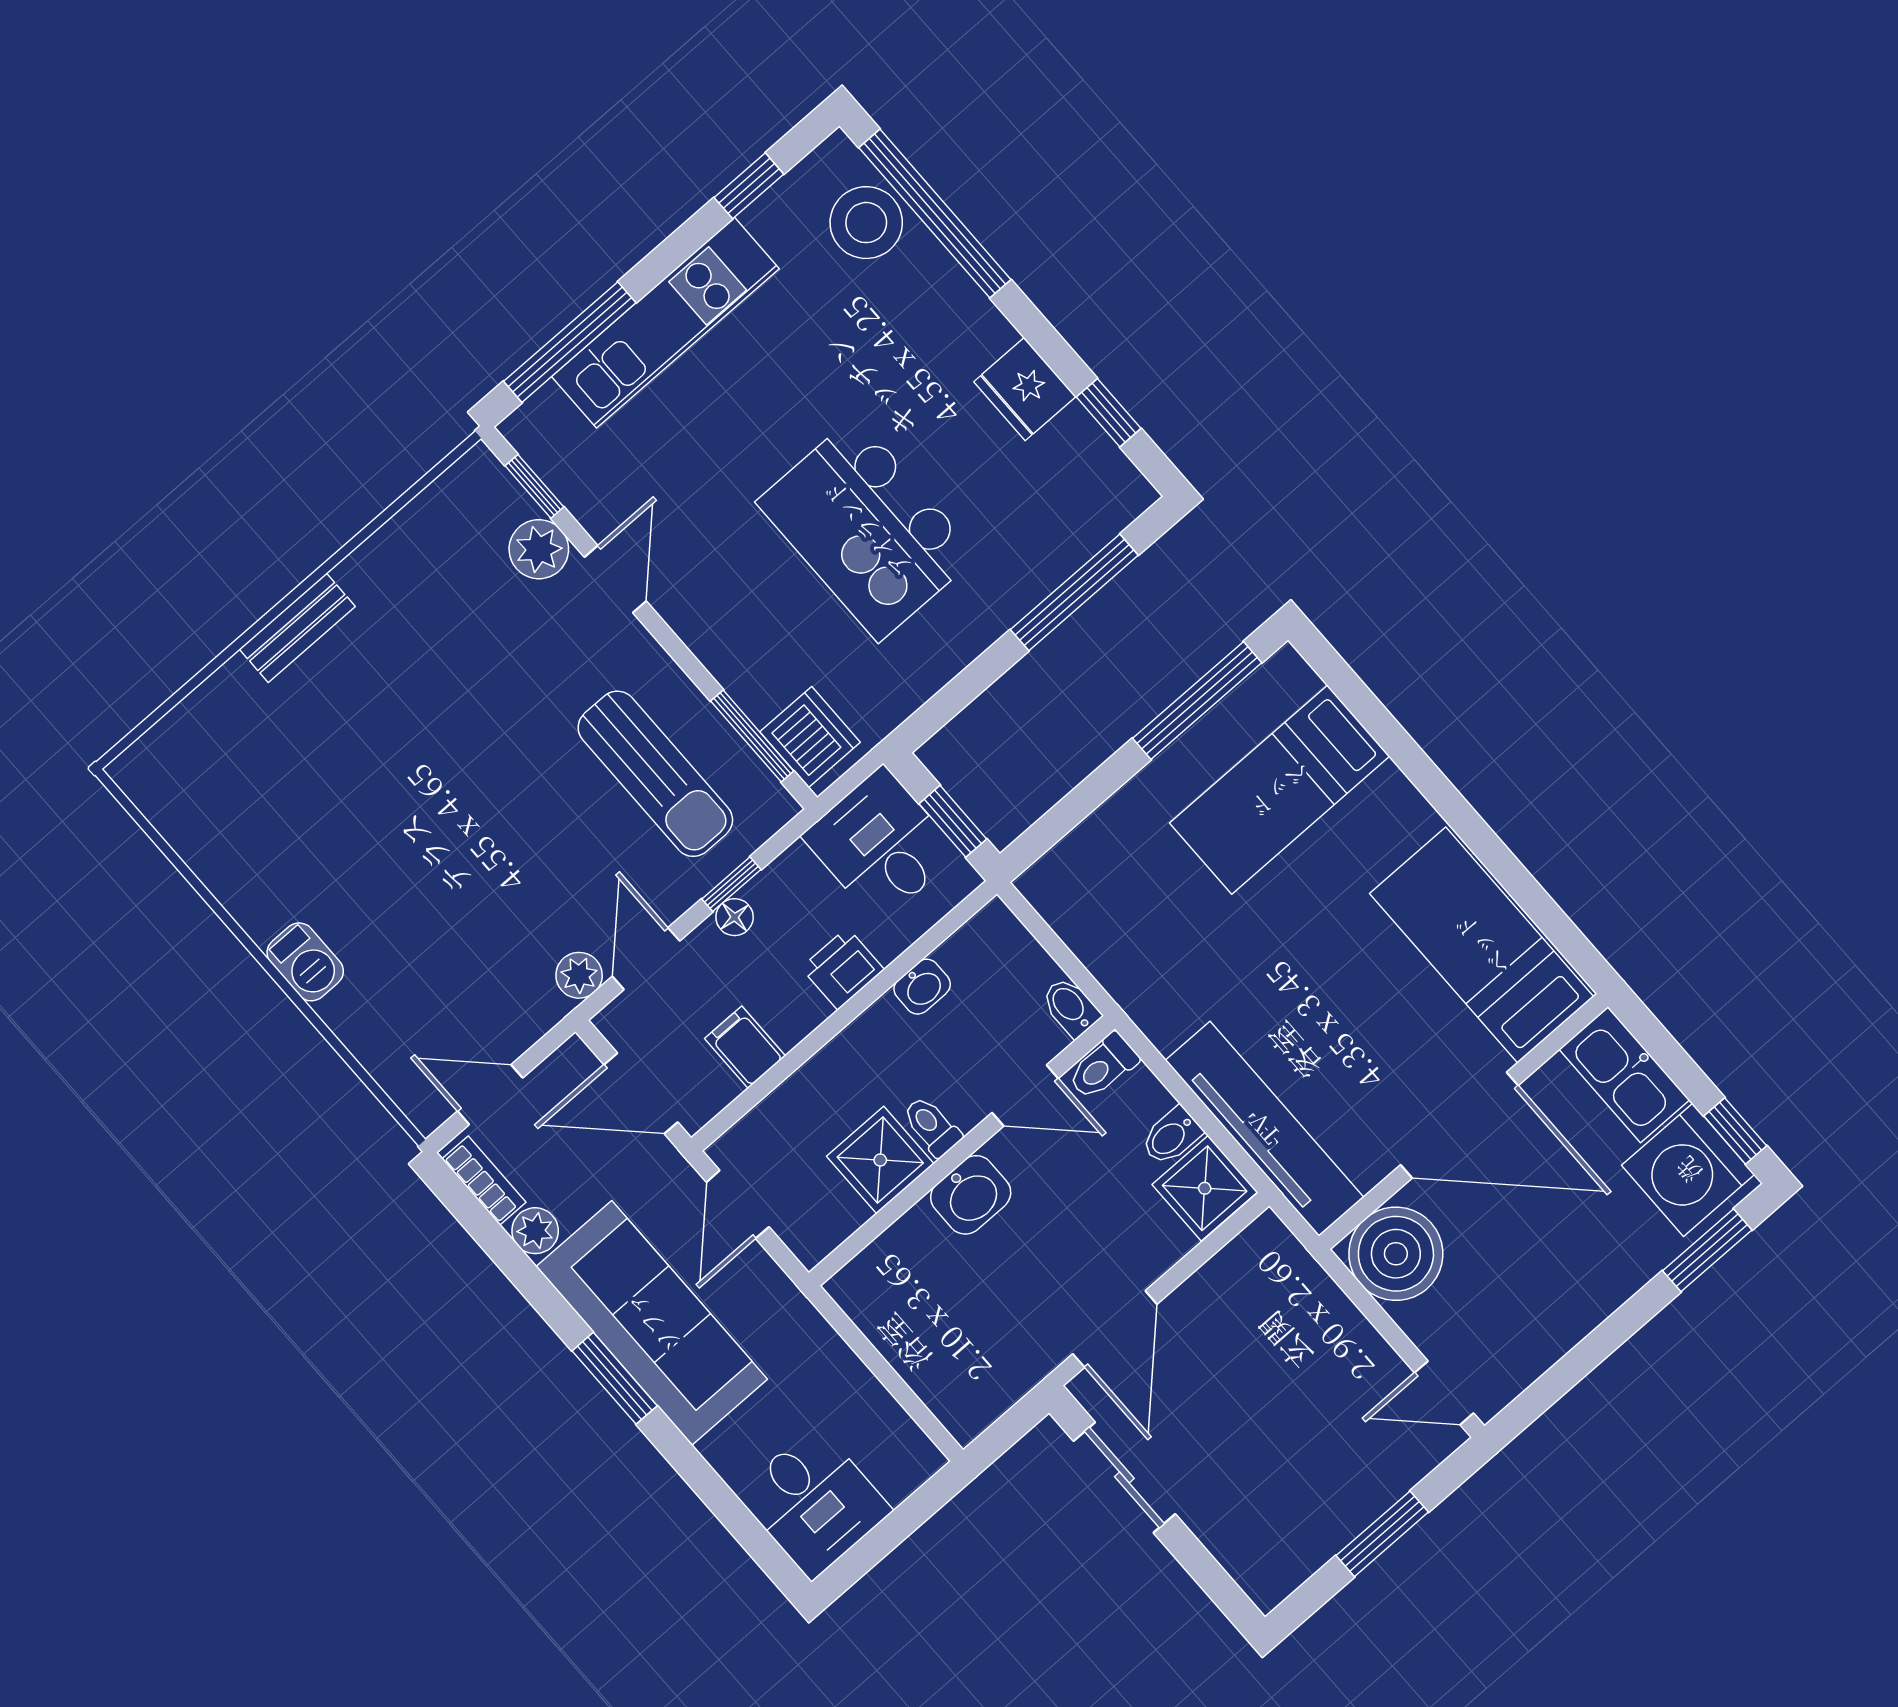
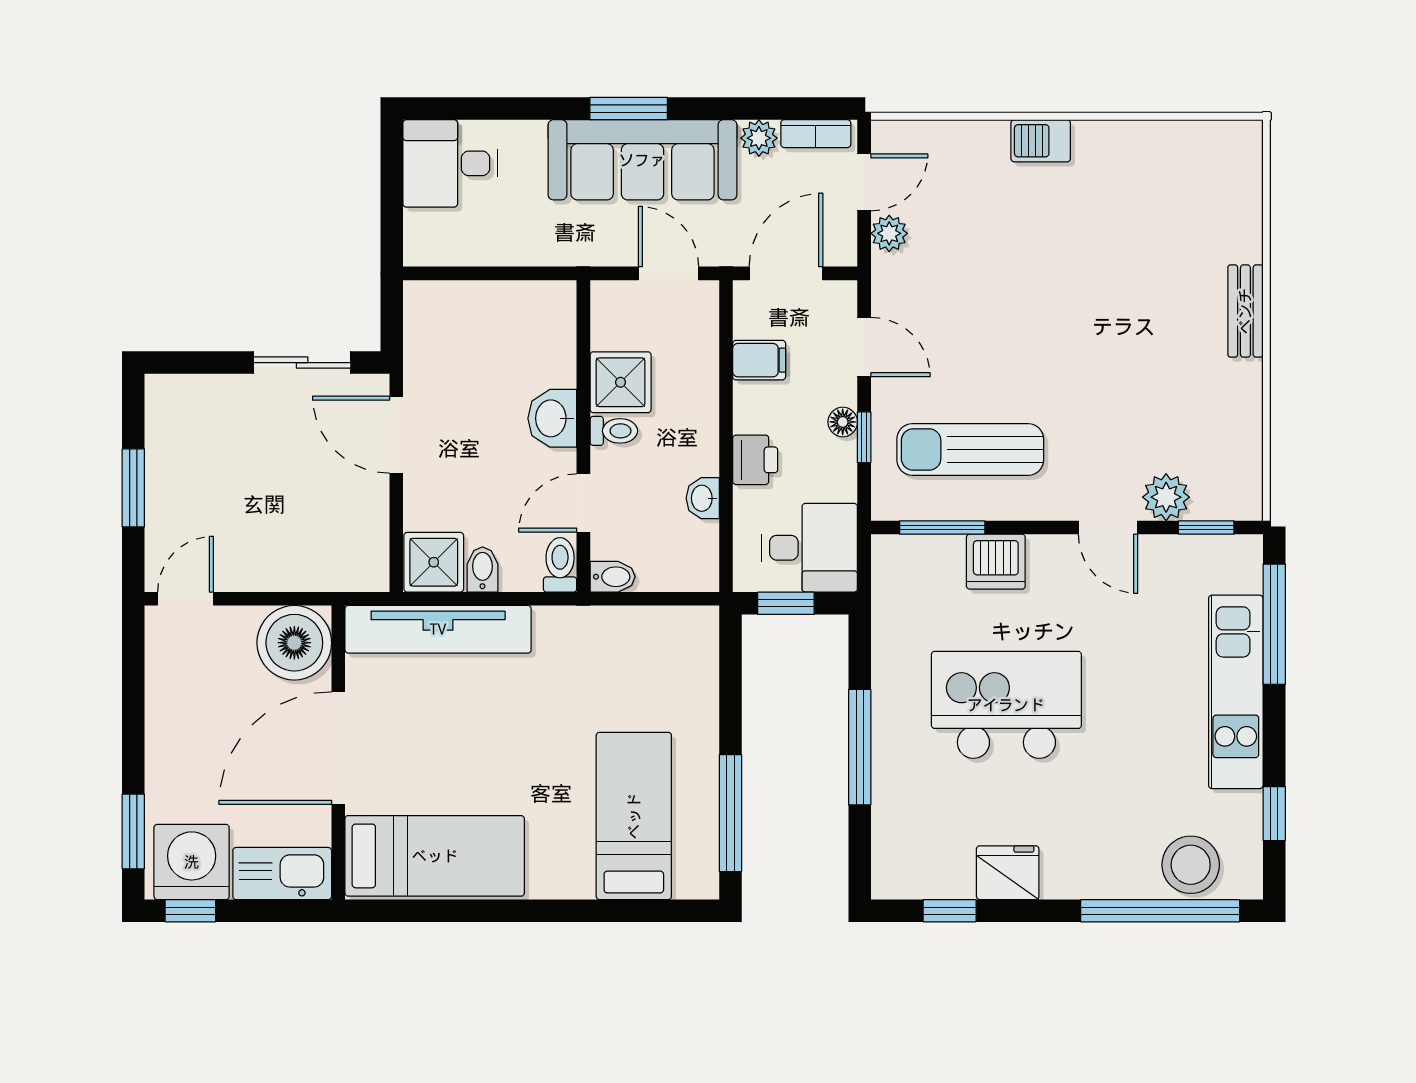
window: (1074, 592) -> (860, 747), moved
dishwasher: (810, 737) -> (996, 562), moved
plant: (579, 975) -> (889, 233), moved

